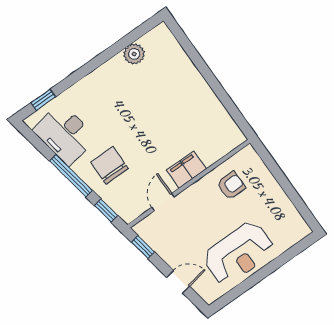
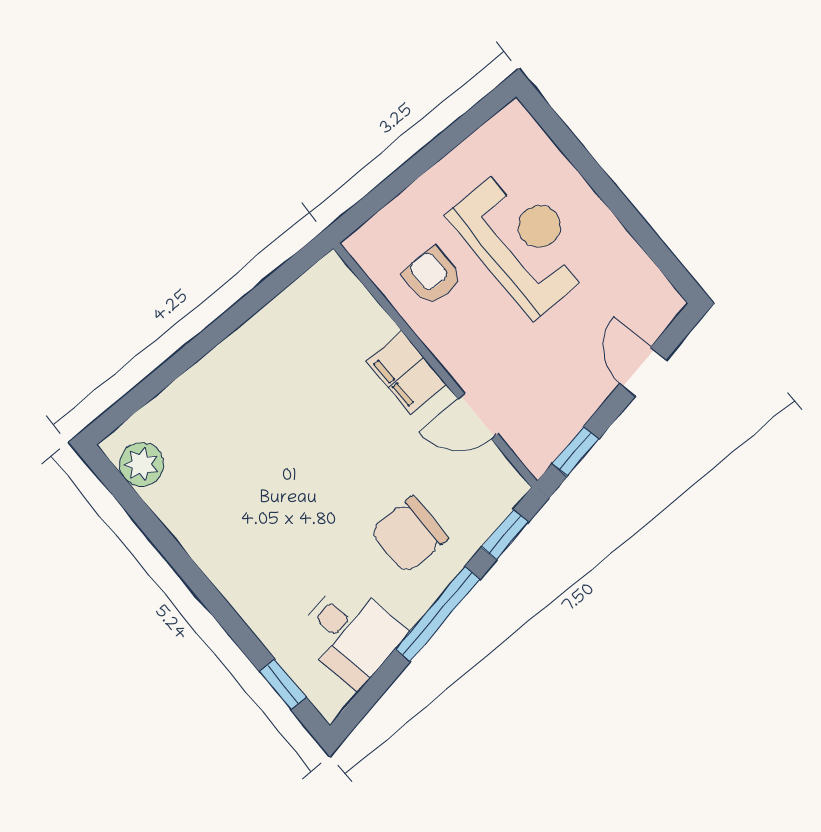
plant: (134, 54) -> (141, 464), moved
desk: (65, 134) -> (351, 634), width x0.73
reception desk: (239, 253) -> (522, 241), moved

